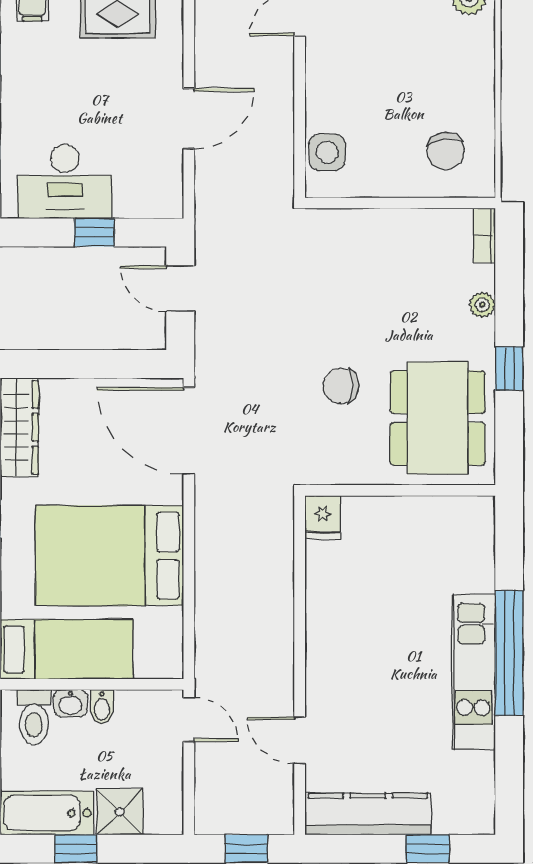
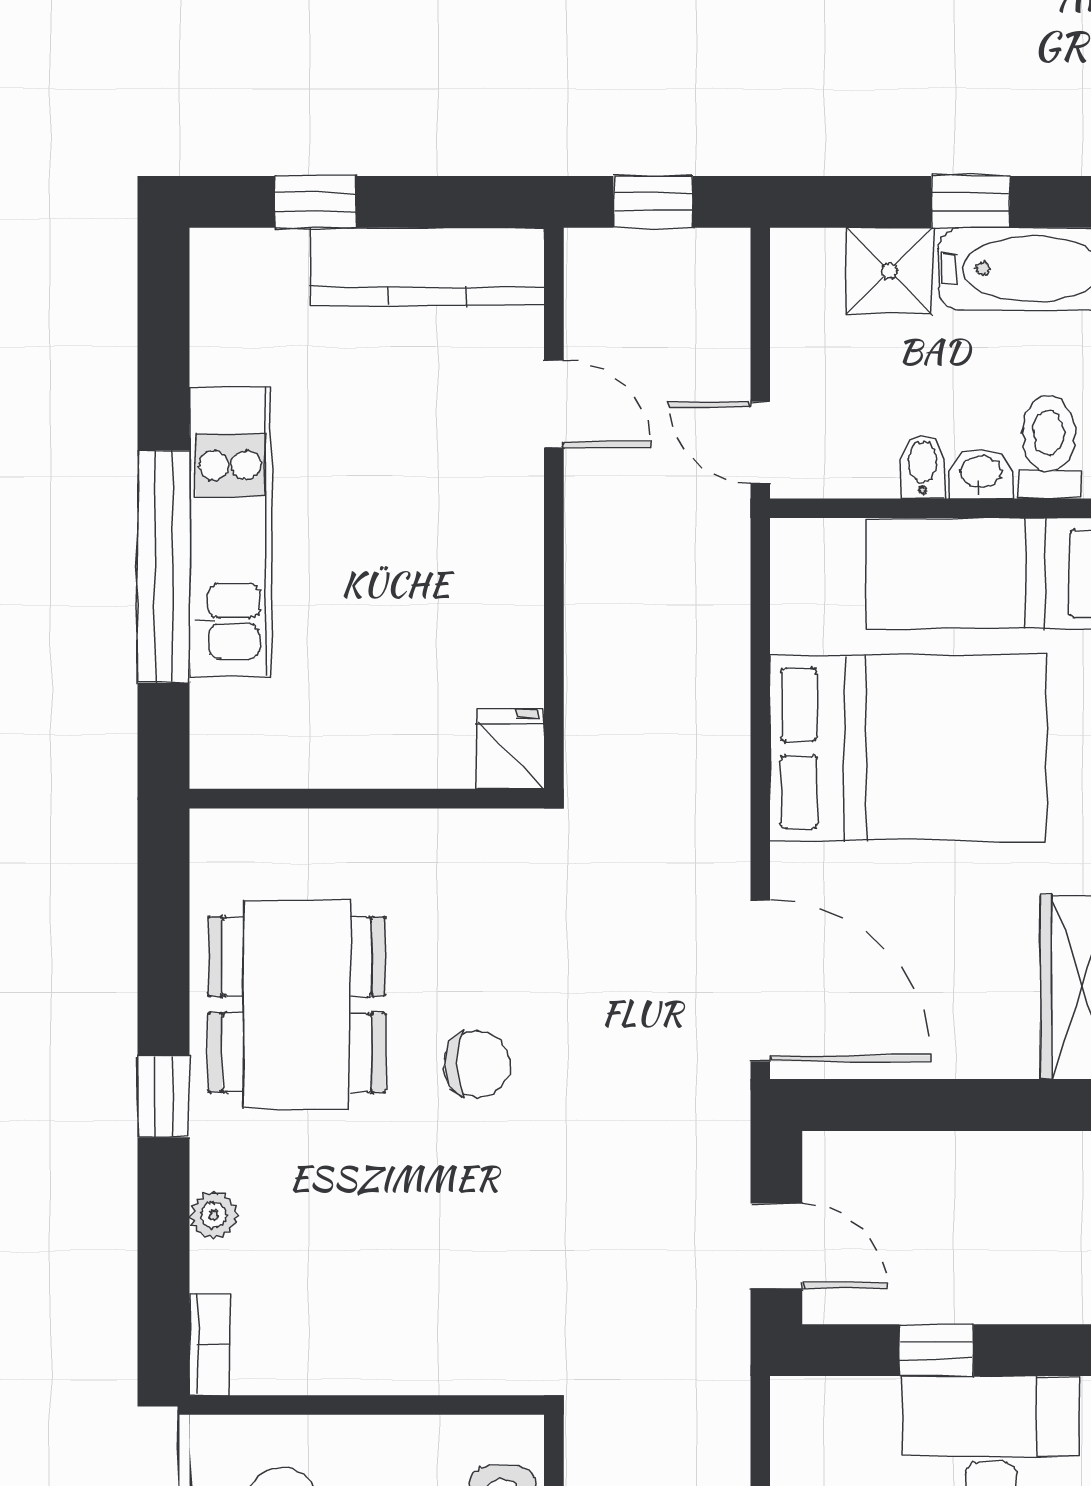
wall: (400, 490) -> (367, 799), moved
fridge: (323, 517) -> (511, 749), moved

